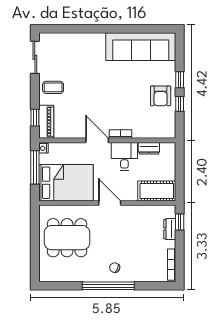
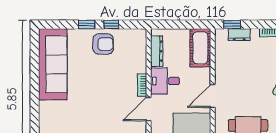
dresser: (149, 148) -> (157, 51), width x1.44

